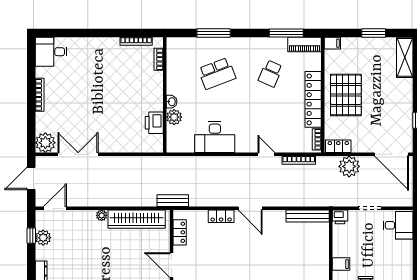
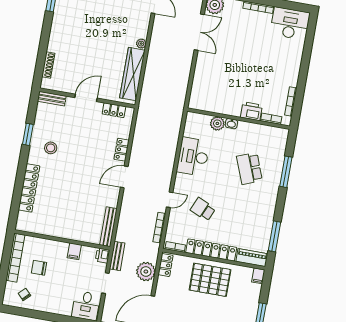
piano: (304, 45) -> (252, 258), moved, turned 90
desk: (51, 52) -> (290, 23), width x1.37
school desk: (270, 73) -> (203, 209), moved
printer: (154, 123) -> (251, 111), moved
bench: (173, 201) -> (117, 256), moved
filing cabinet: (341, 264) -> (74, 251), moved

